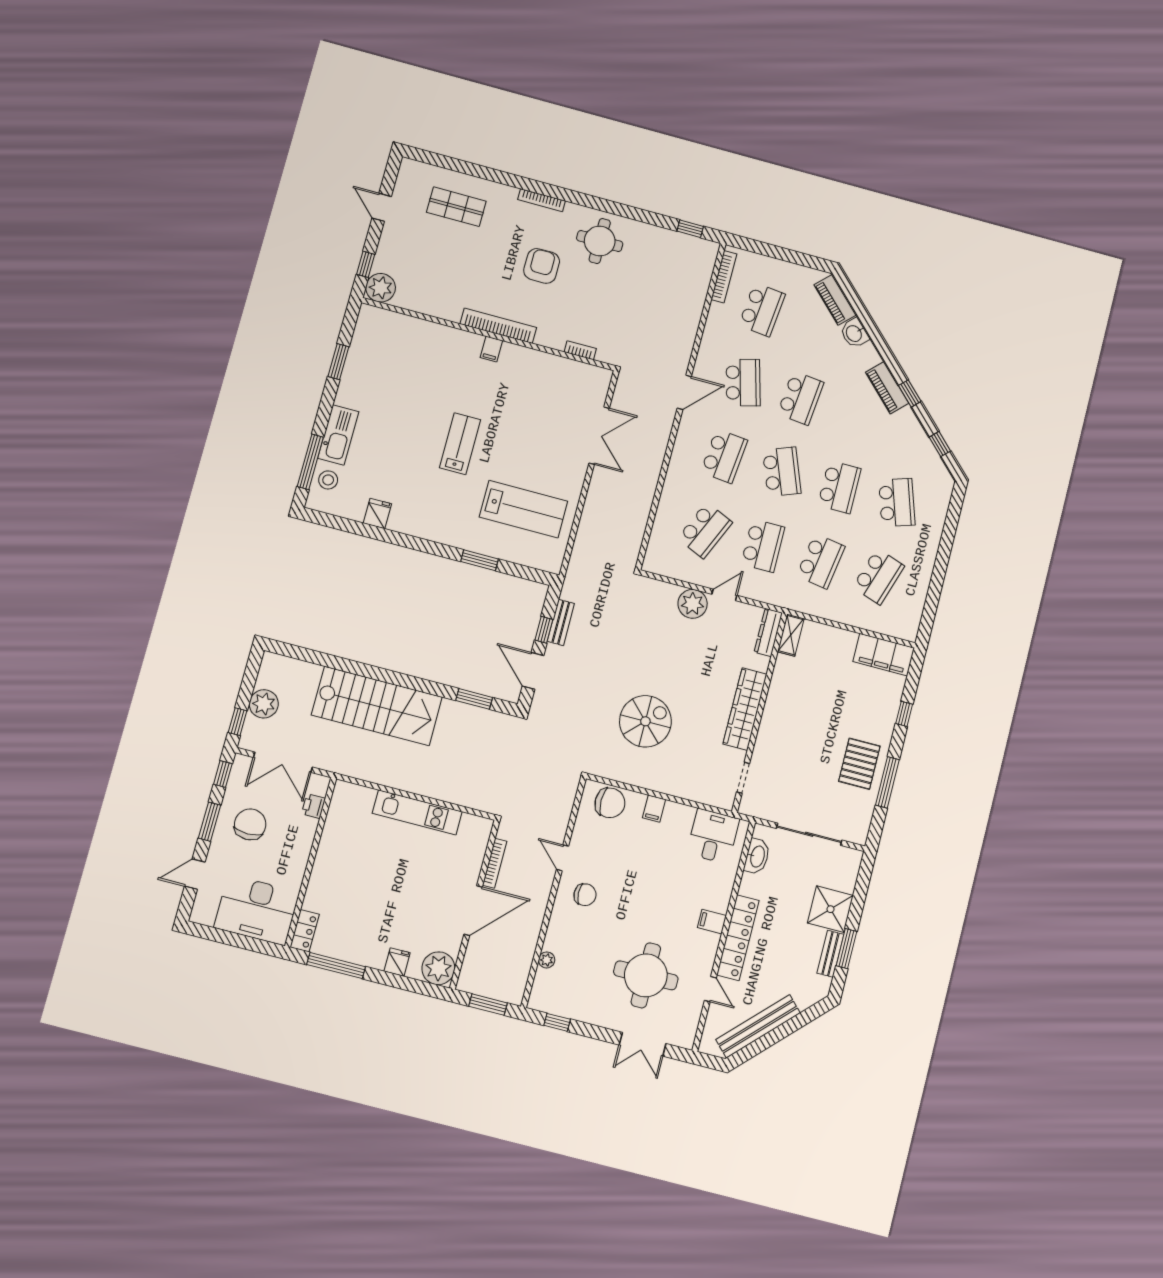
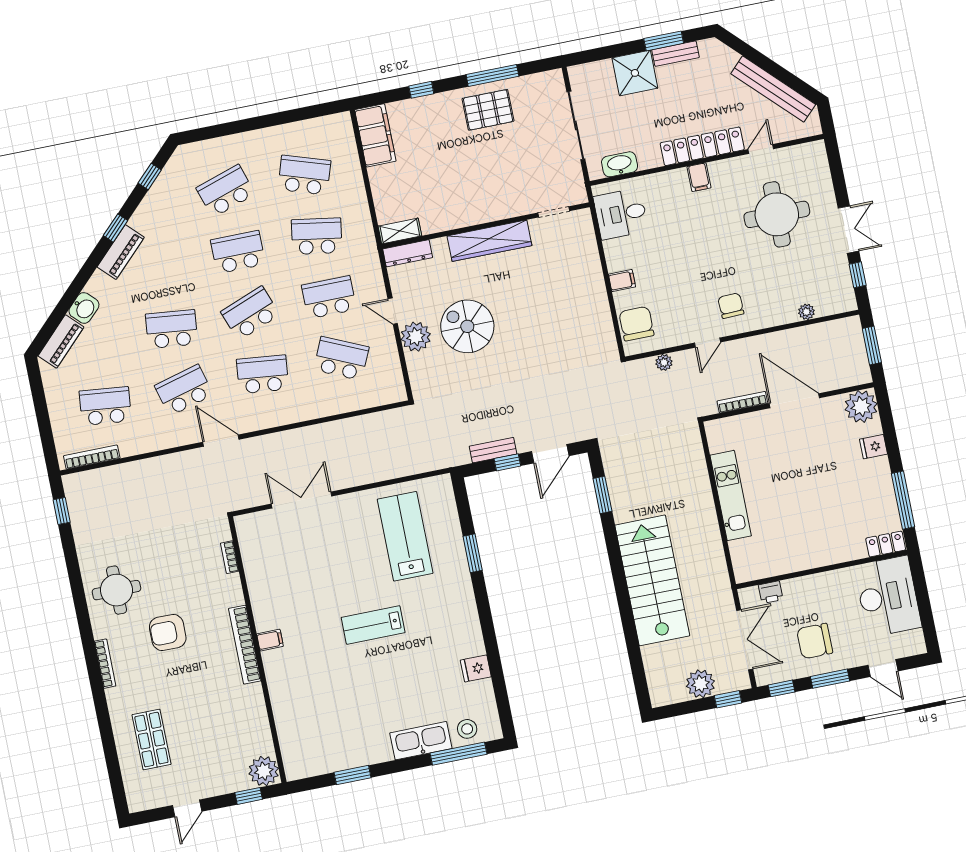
spiral stairs: (645, 721) -> (467, 326), moved
plant: (564, 811) -> (664, 362), added
double door: (643, 1044) -> (848, 230), moved

